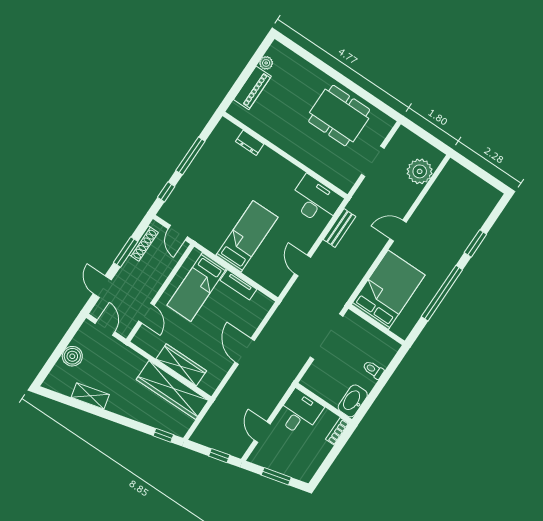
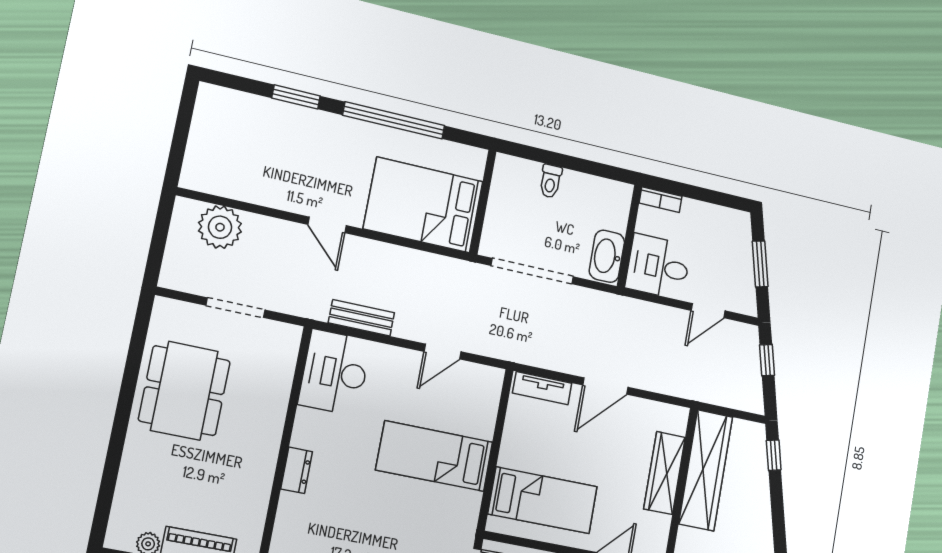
dresser: (250, 143) -> (297, 470), moved
tv unit: (238, 285) -> (542, 388), moved, turned 90
washbasin: (353, 401) -> (607, 256), moved, turned 90

